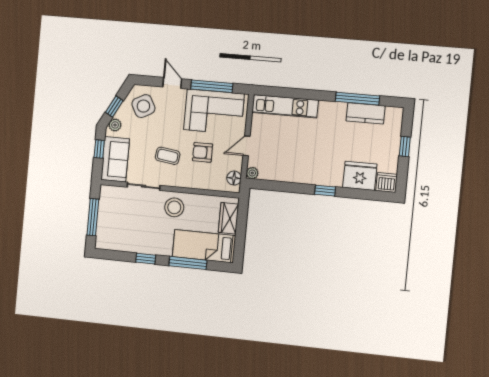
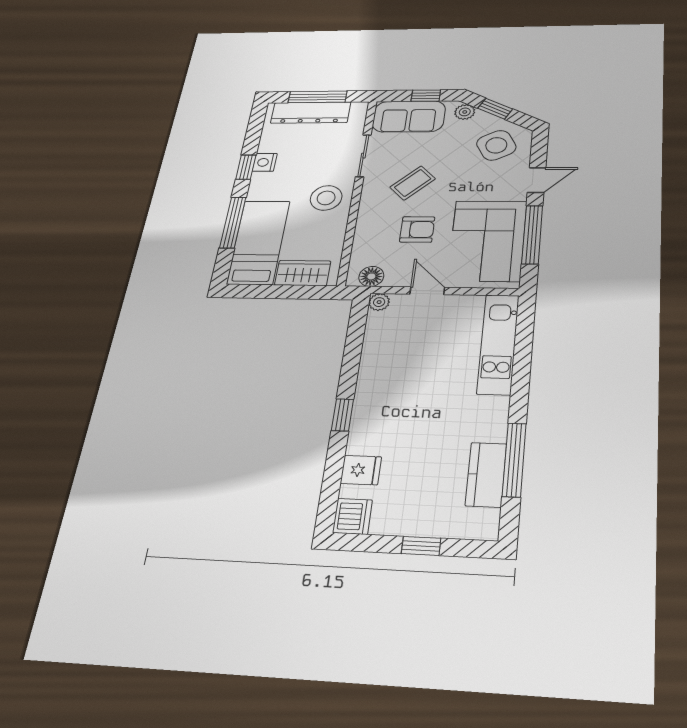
armchair: (203, 152) -> (417, 229), turned 90
coffee table: (168, 156) -> (413, 183), turned 38
fridge: (360, 176) -> (361, 470), width x0.53, depth x0.75
dresser: (106, 221) -> (311, 113), added
nightstand: (143, 247) -> (265, 162), added

